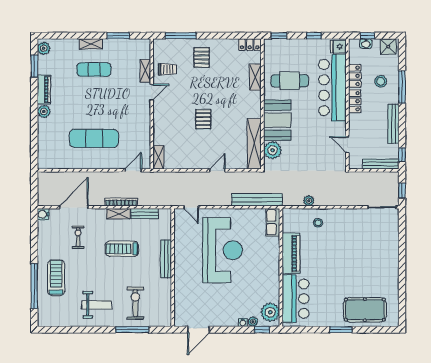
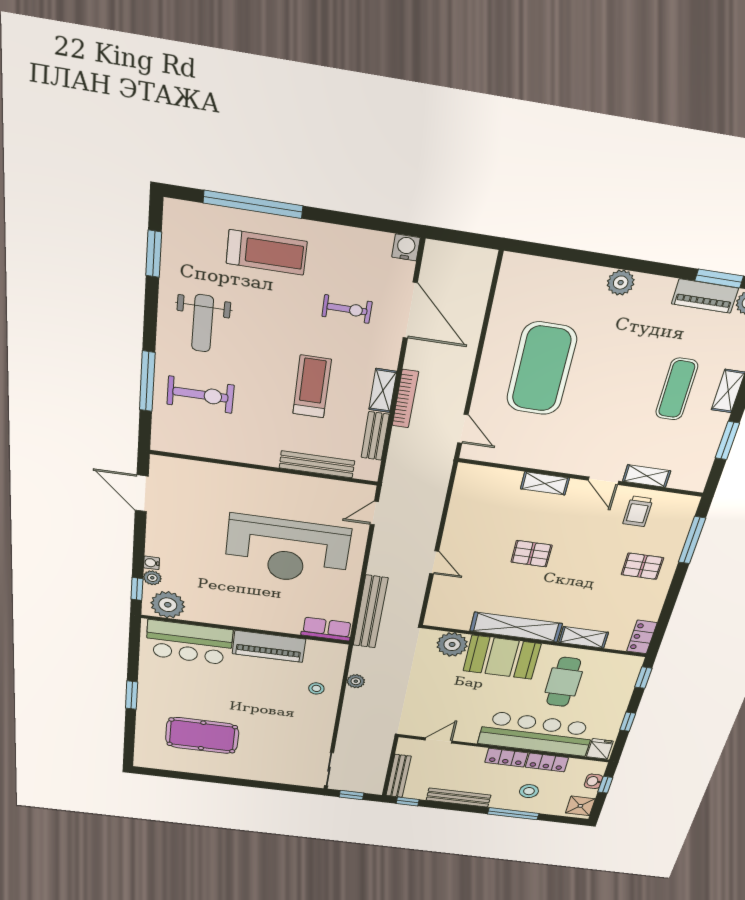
piano: (44, 89) -> (705, 296), moved
exercise mat: (94, 138) -> (541, 369), width x1.47
shelving: (254, 144) -> (516, 627), moved
shelving: (158, 157) -> (545, 483), moved
bench: (166, 259) -> (317, 464), moved
pool table: (365, 310) -> (202, 736), moved, turned 90
window: (65, 330) -> (154, 254), added

